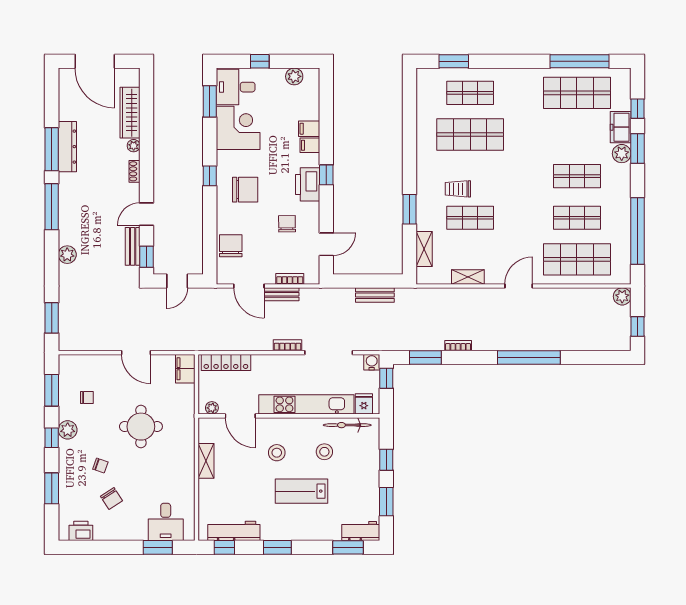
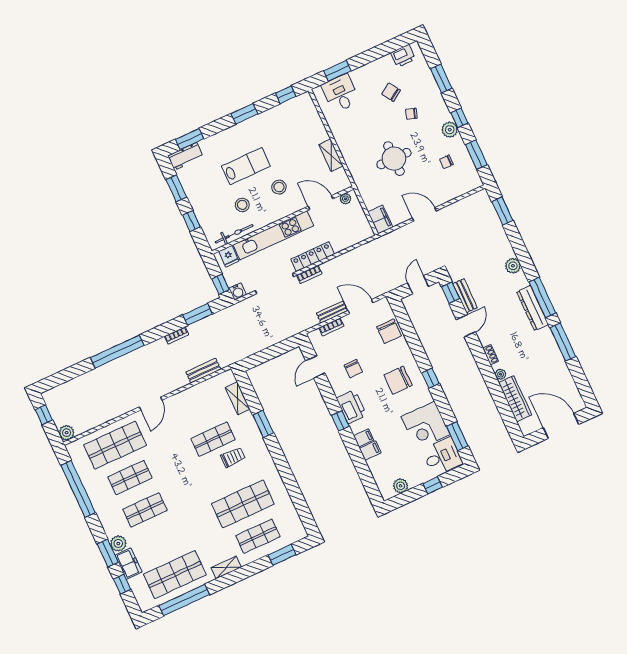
dresser: (67, 147) -> (532, 308), moved
shelving: (468, 277) -> (226, 567), moved
bench: (375, 295) -> (203, 371), moved
locker: (226, 362) -> (313, 257), moved
workbench: (234, 531) -> (284, 111), removed

